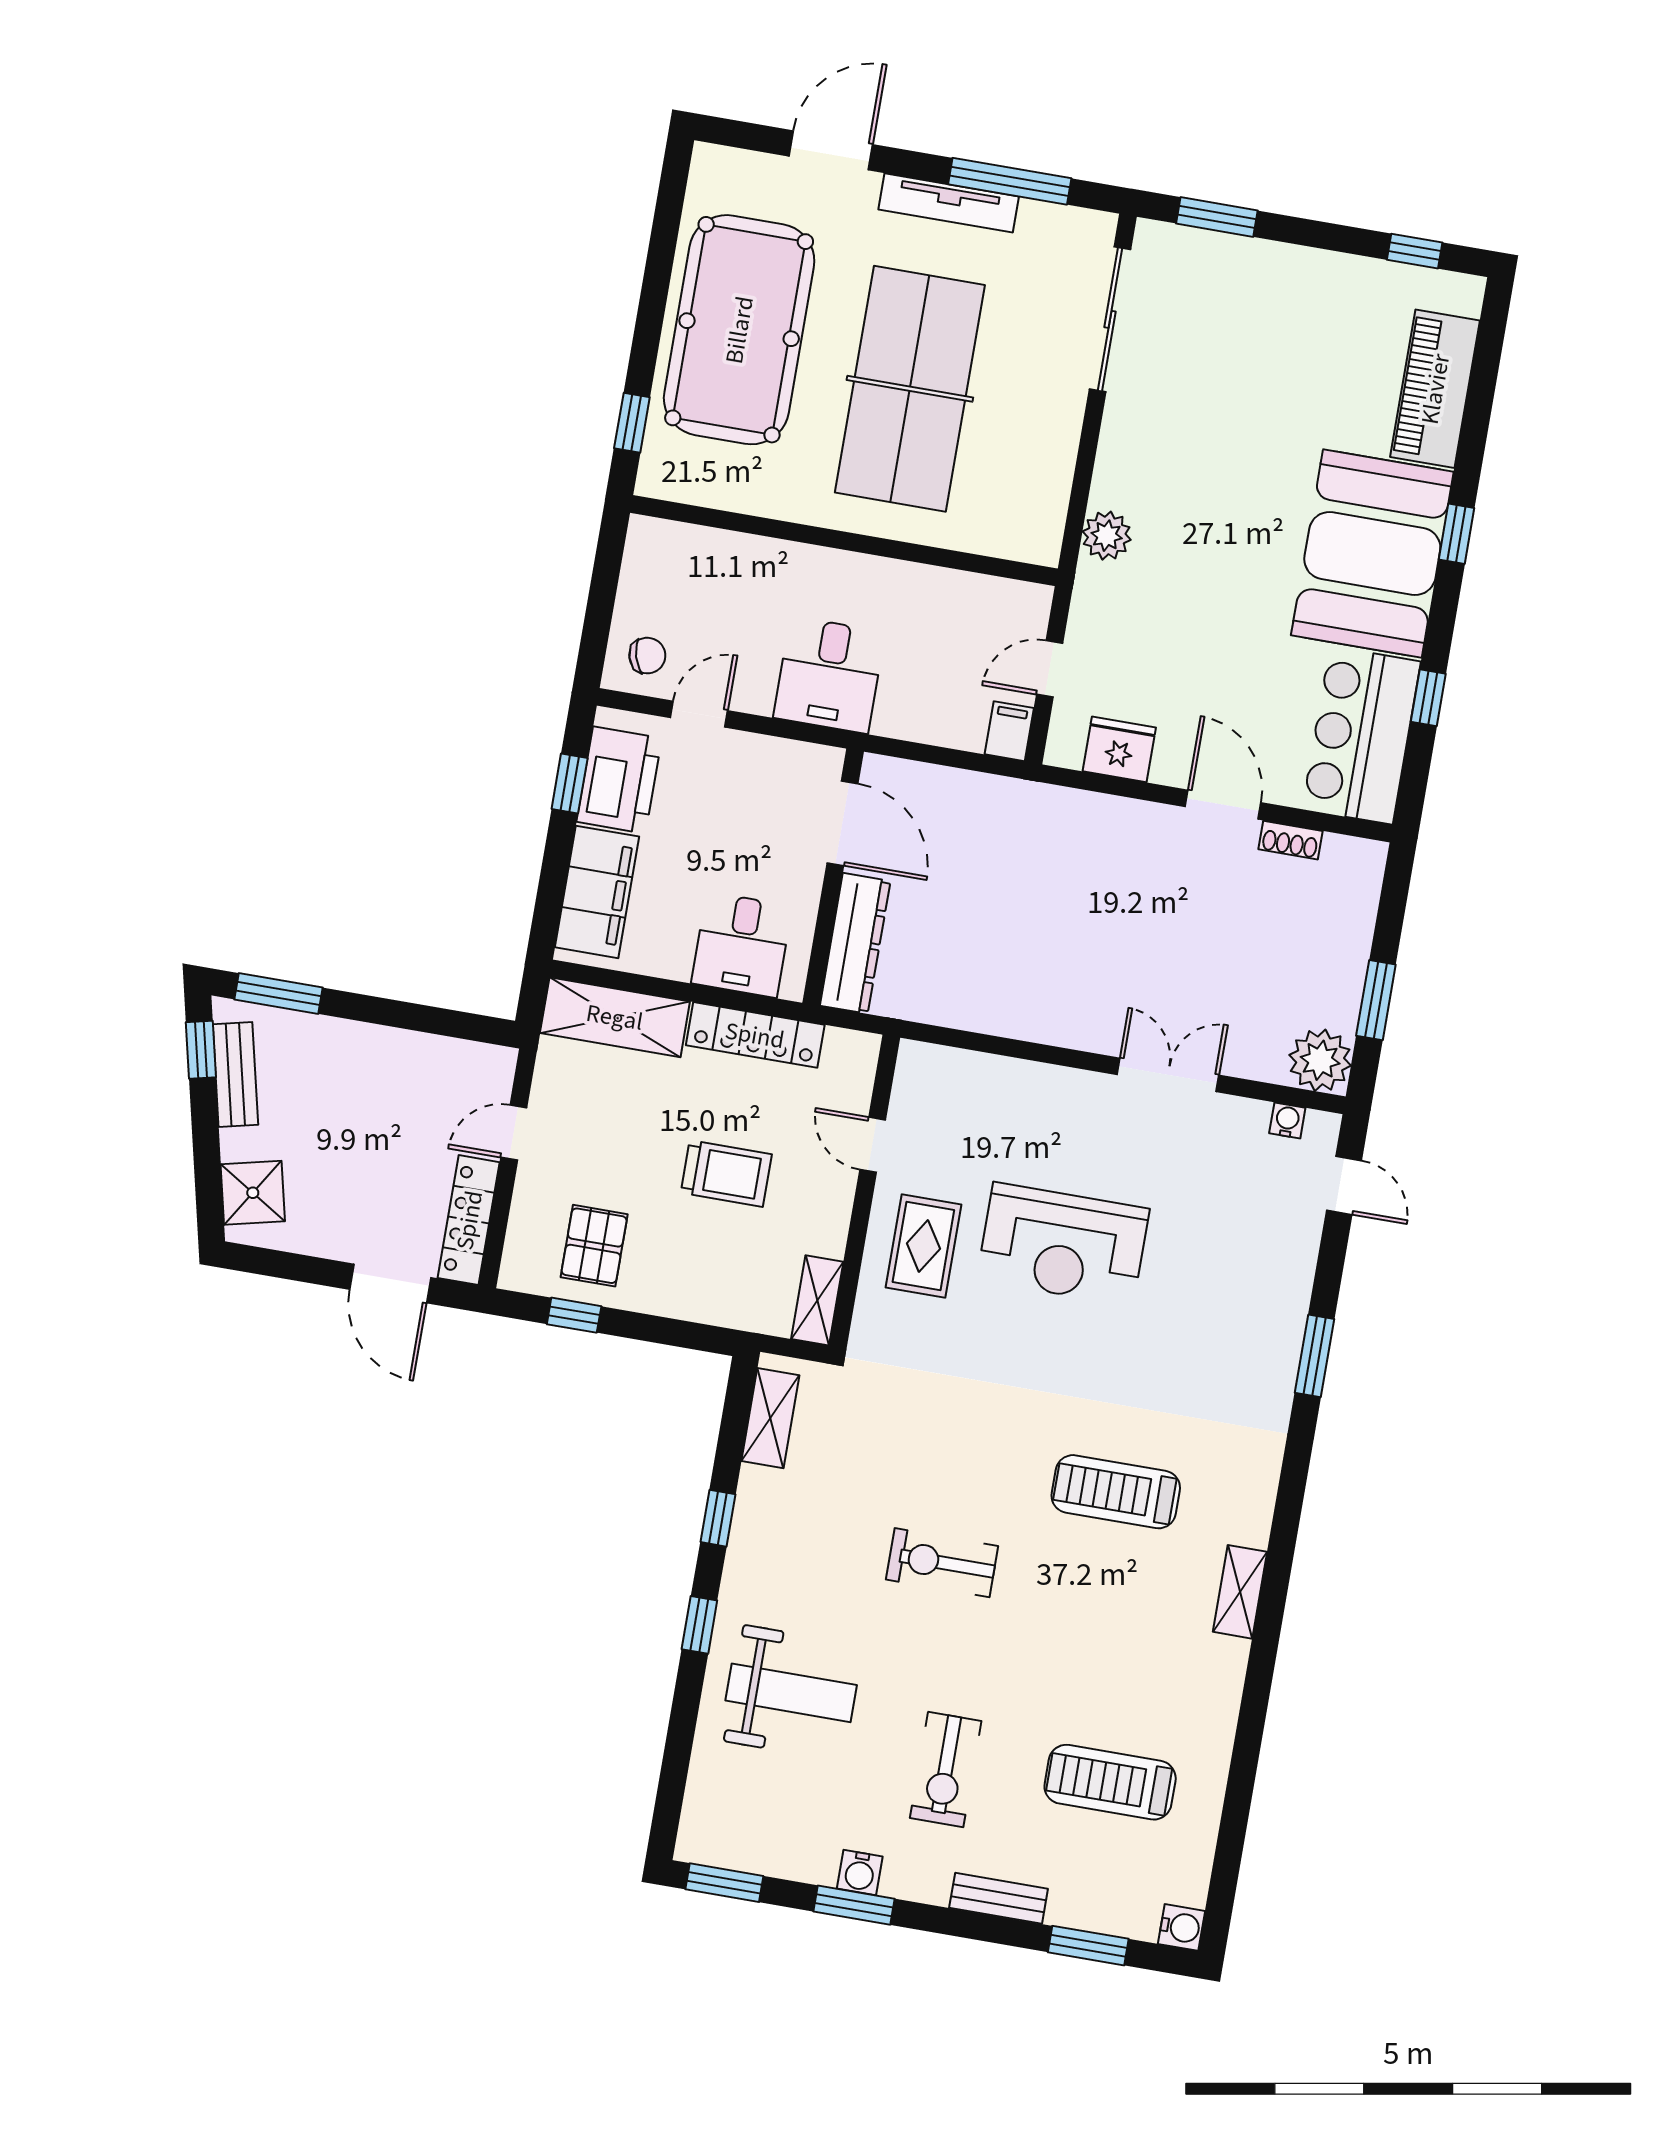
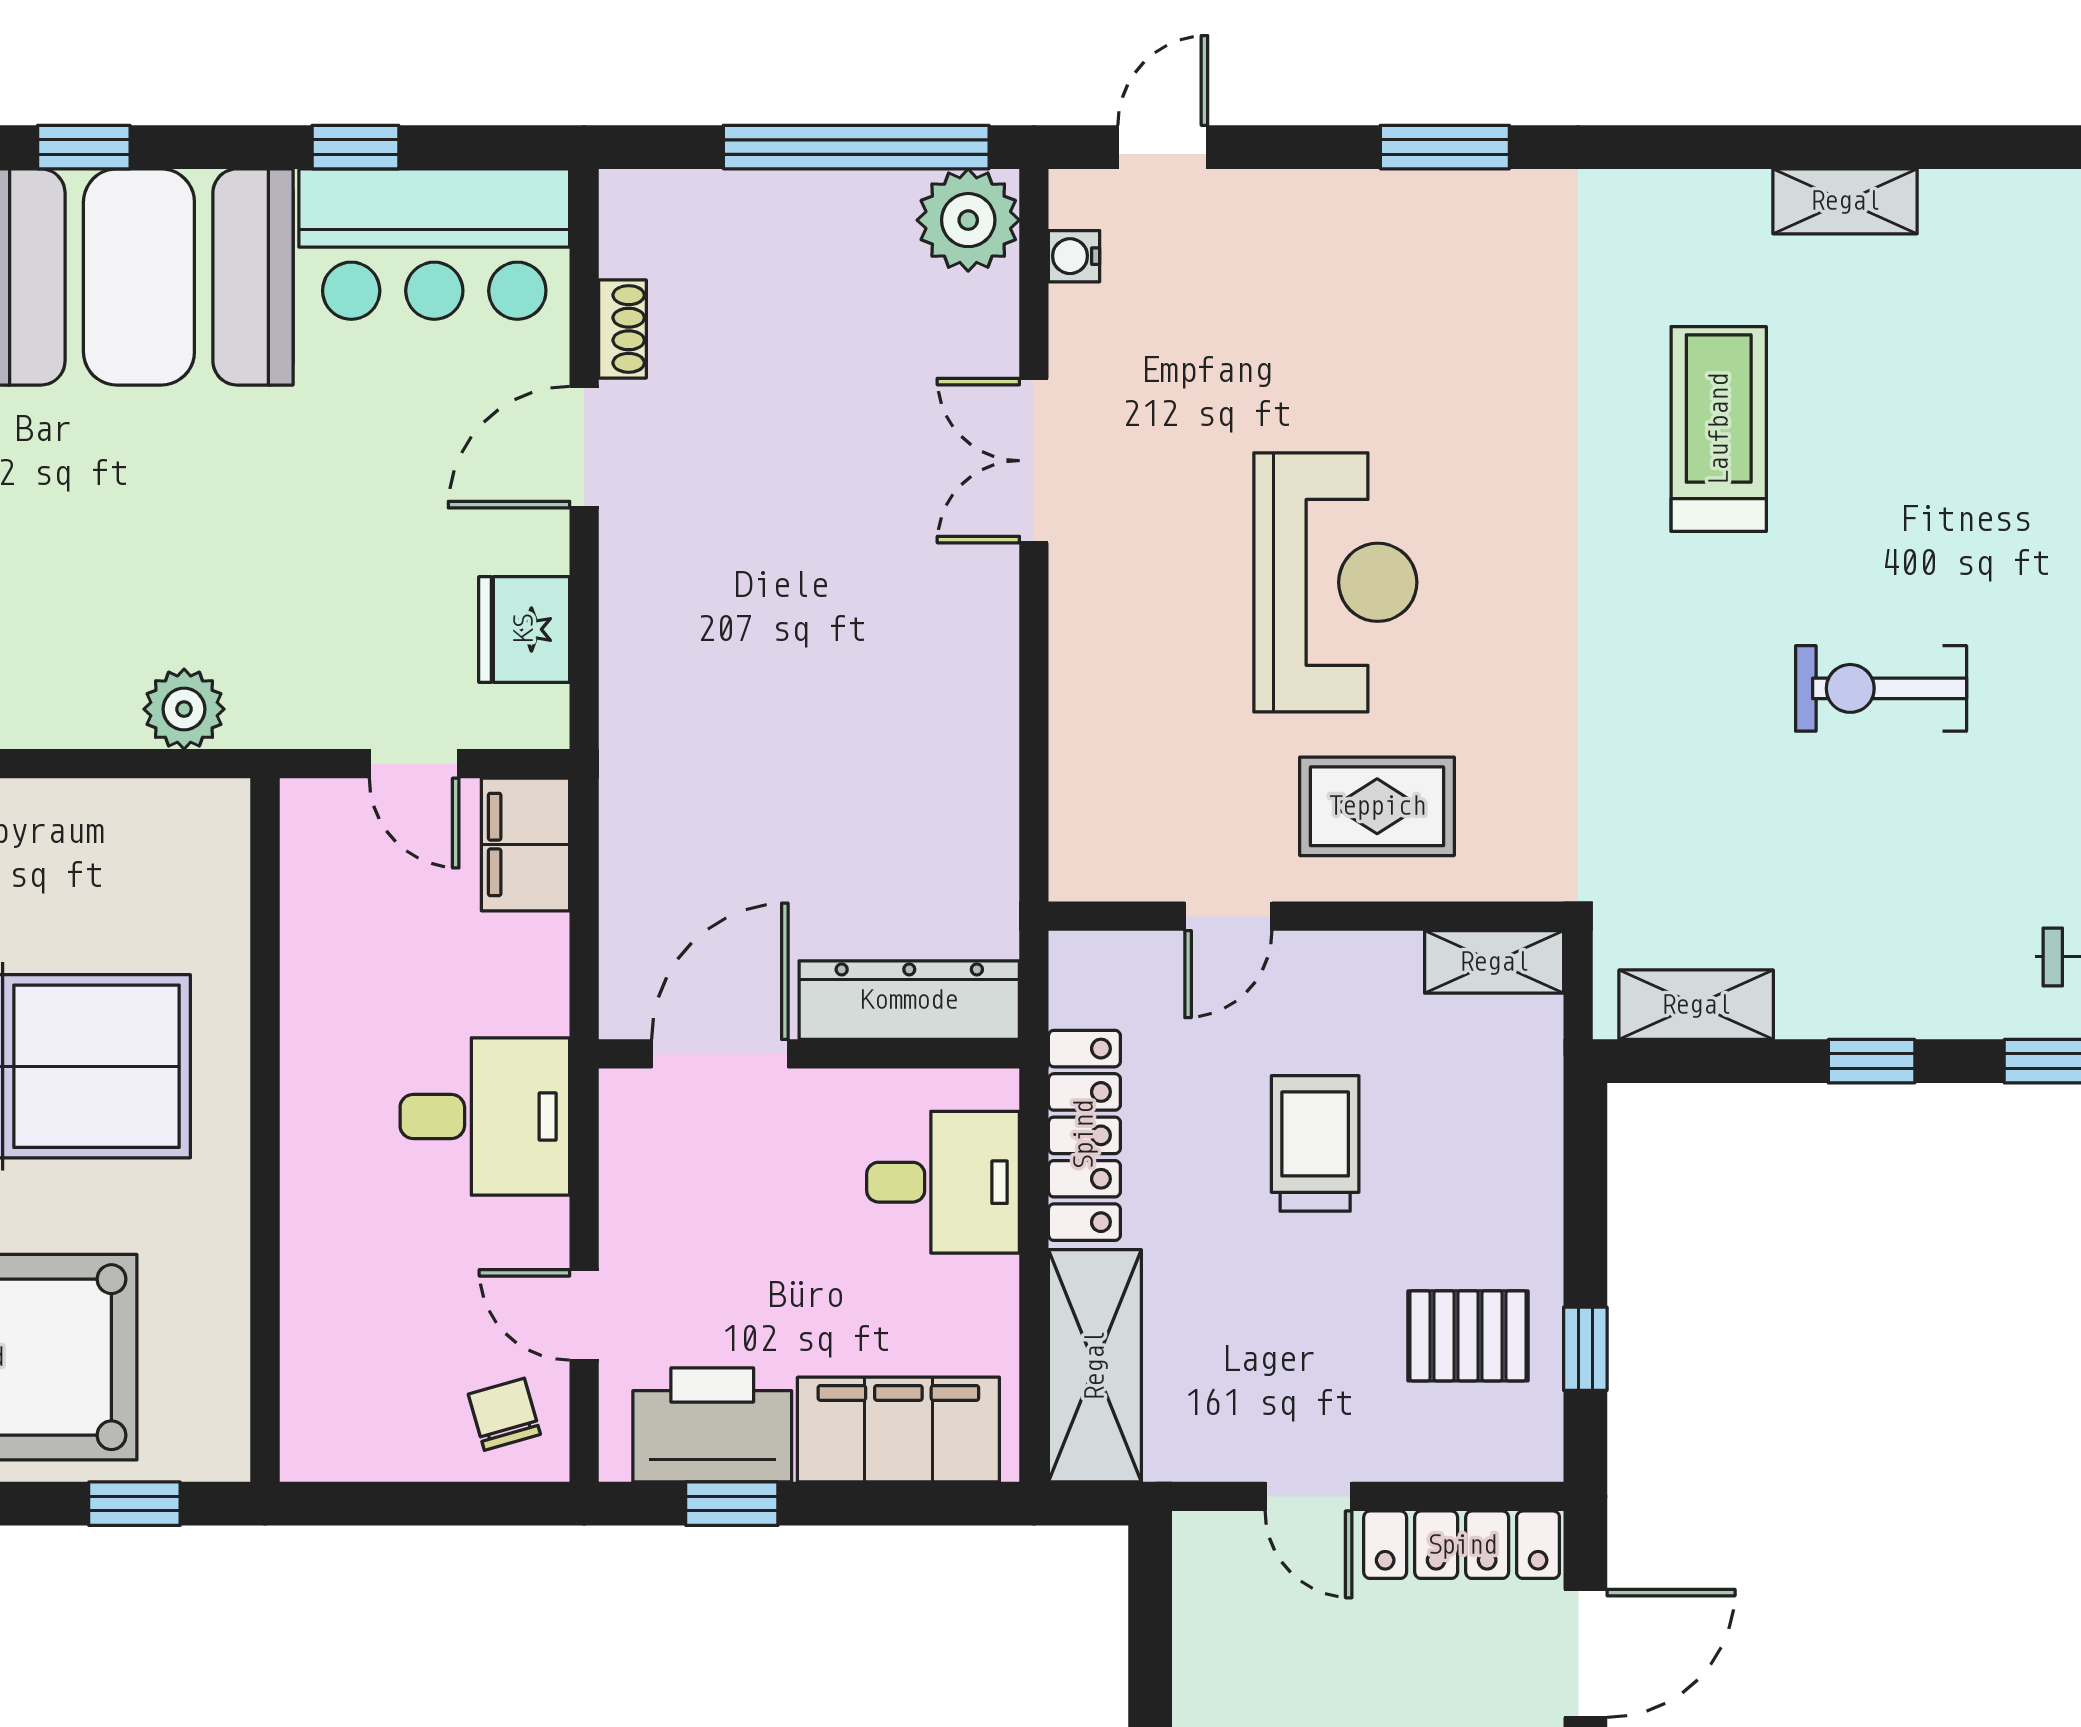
filing cabinet: (1009, 731) -> (526, 844), width x2.00
window: (1376, 1000) -> (856, 147), width x2.11
treadmill: (1116, 1492) -> (1719, 429), turned 180
exercise bike: (942, 1563) -> (1881, 688), turned 90

